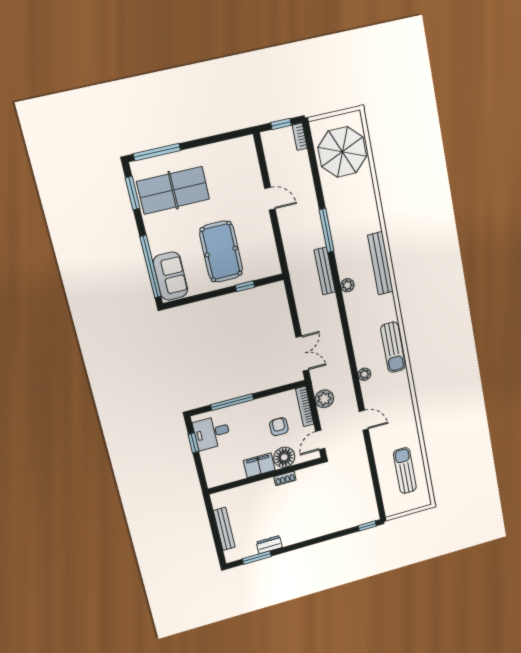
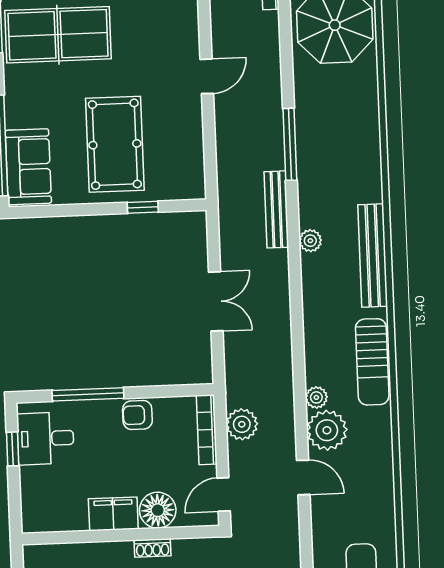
door: (270, 199) -> (207, 76), hinge flipped
bench: (380, 263) -> (373, 255), moved
double door: (302, 354) -> (216, 301), moved
plant: (373, 391) -> (327, 430), added
armchair: (279, 427) -> (137, 415), moved, turned -90

